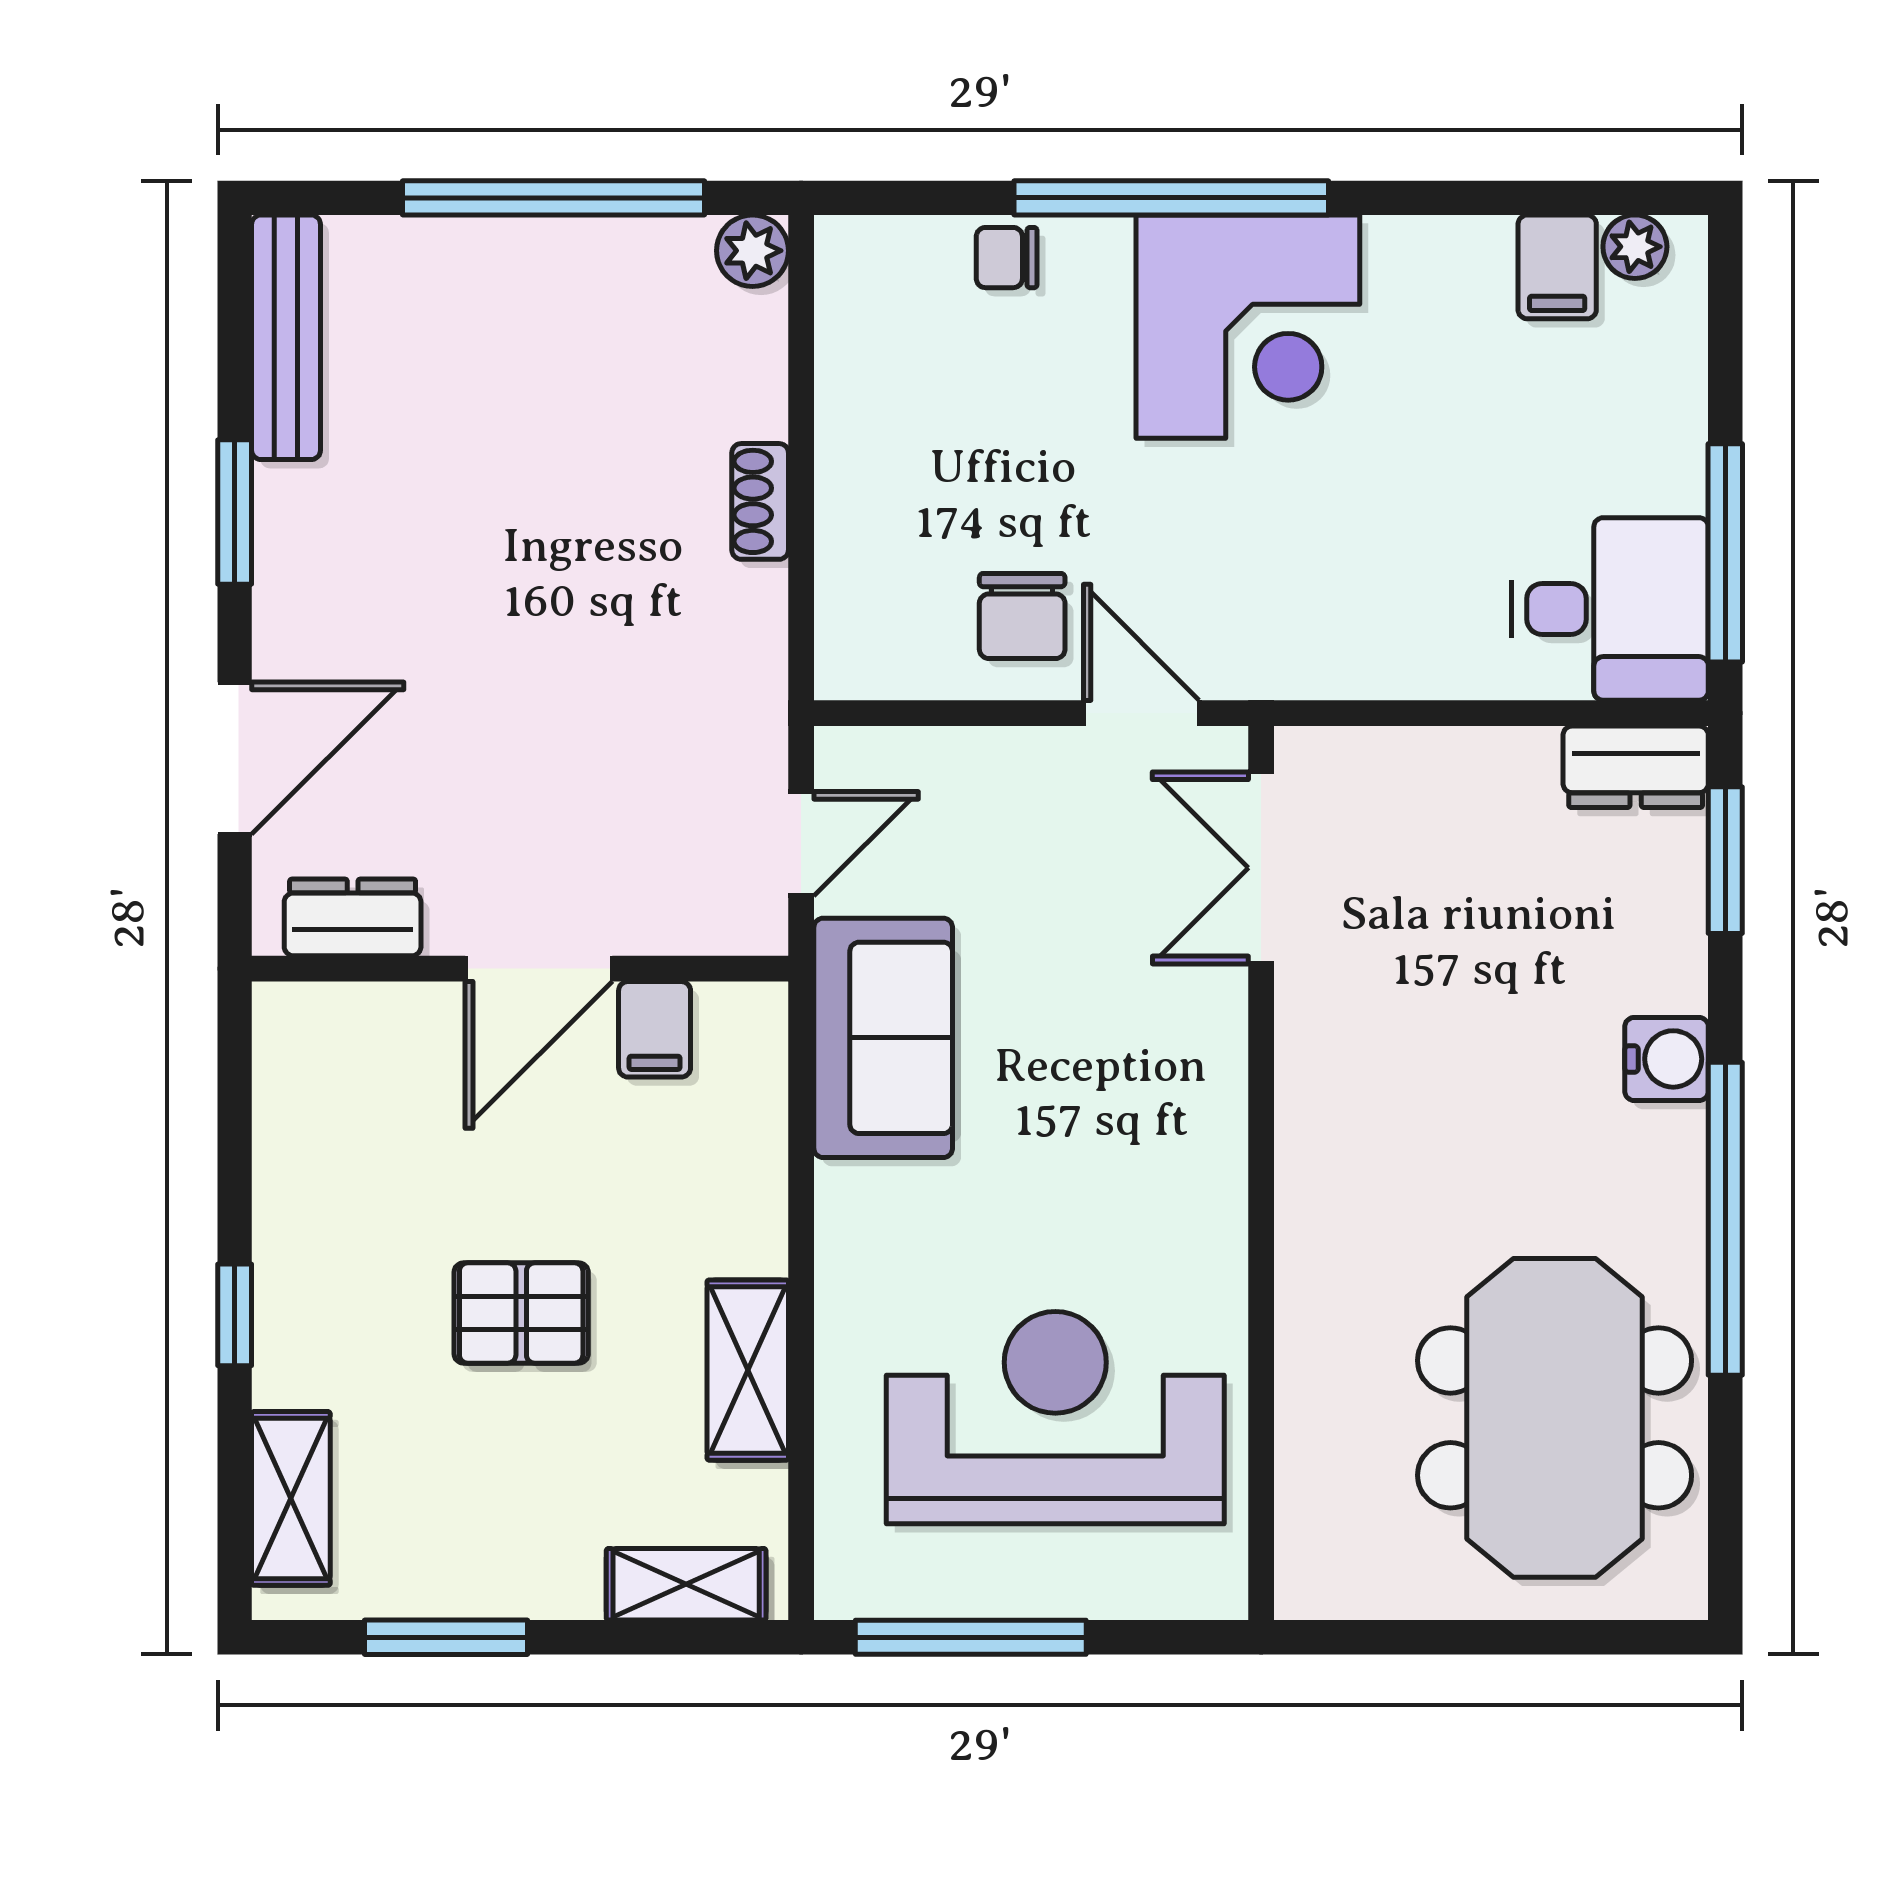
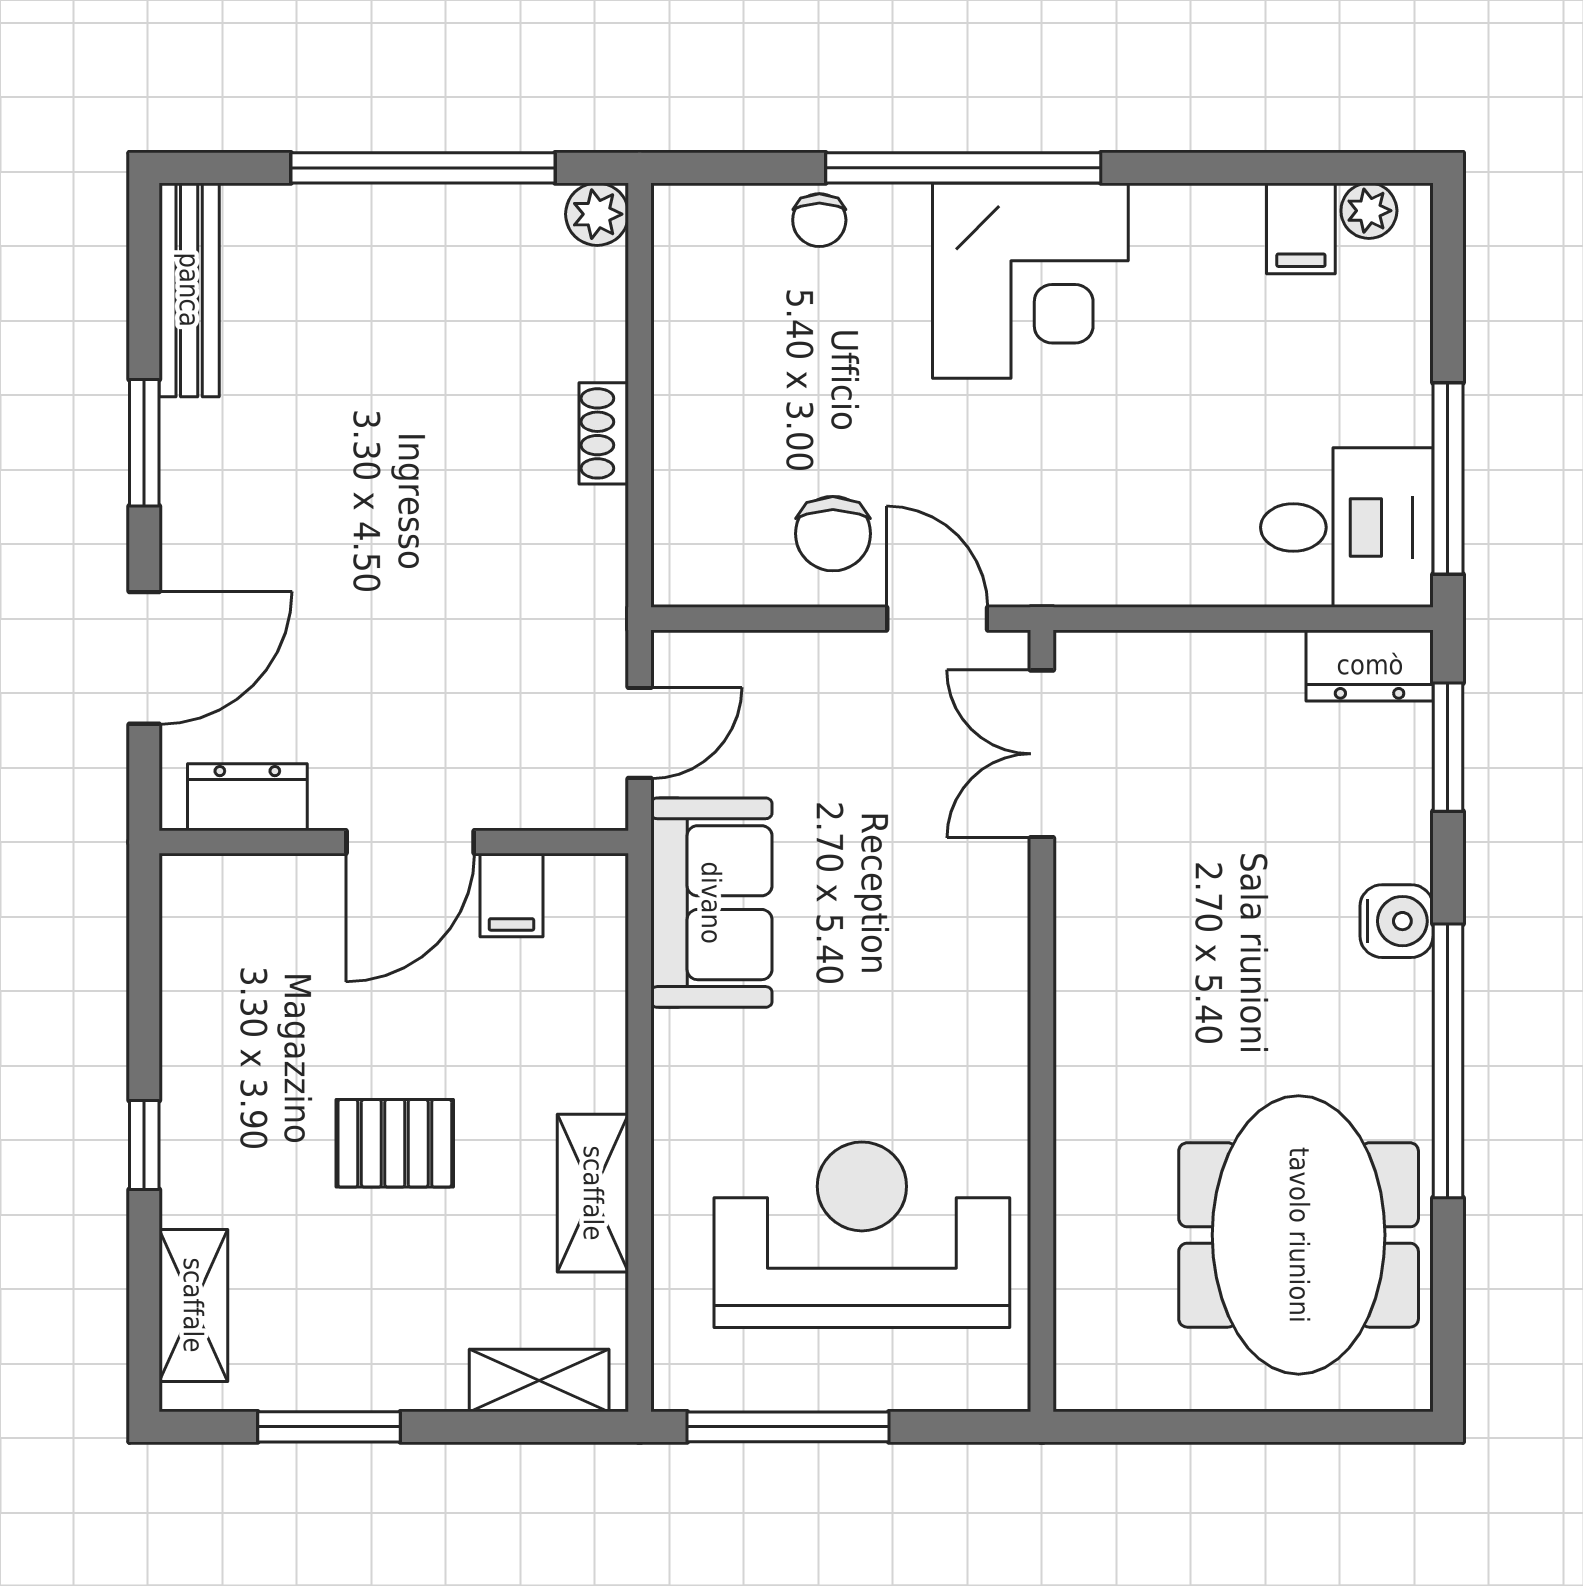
chair: (1007, 258) -> (819, 220), turned -90

